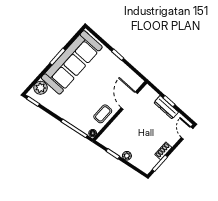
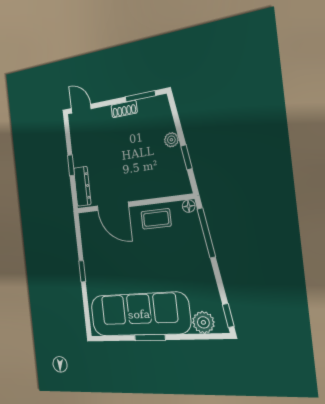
door: (129, 101) -> (113, 206), hinge flipped
dresser: (166, 107) -> (82, 186), moved
door: (187, 133) -> (81, 109), swing flipped

